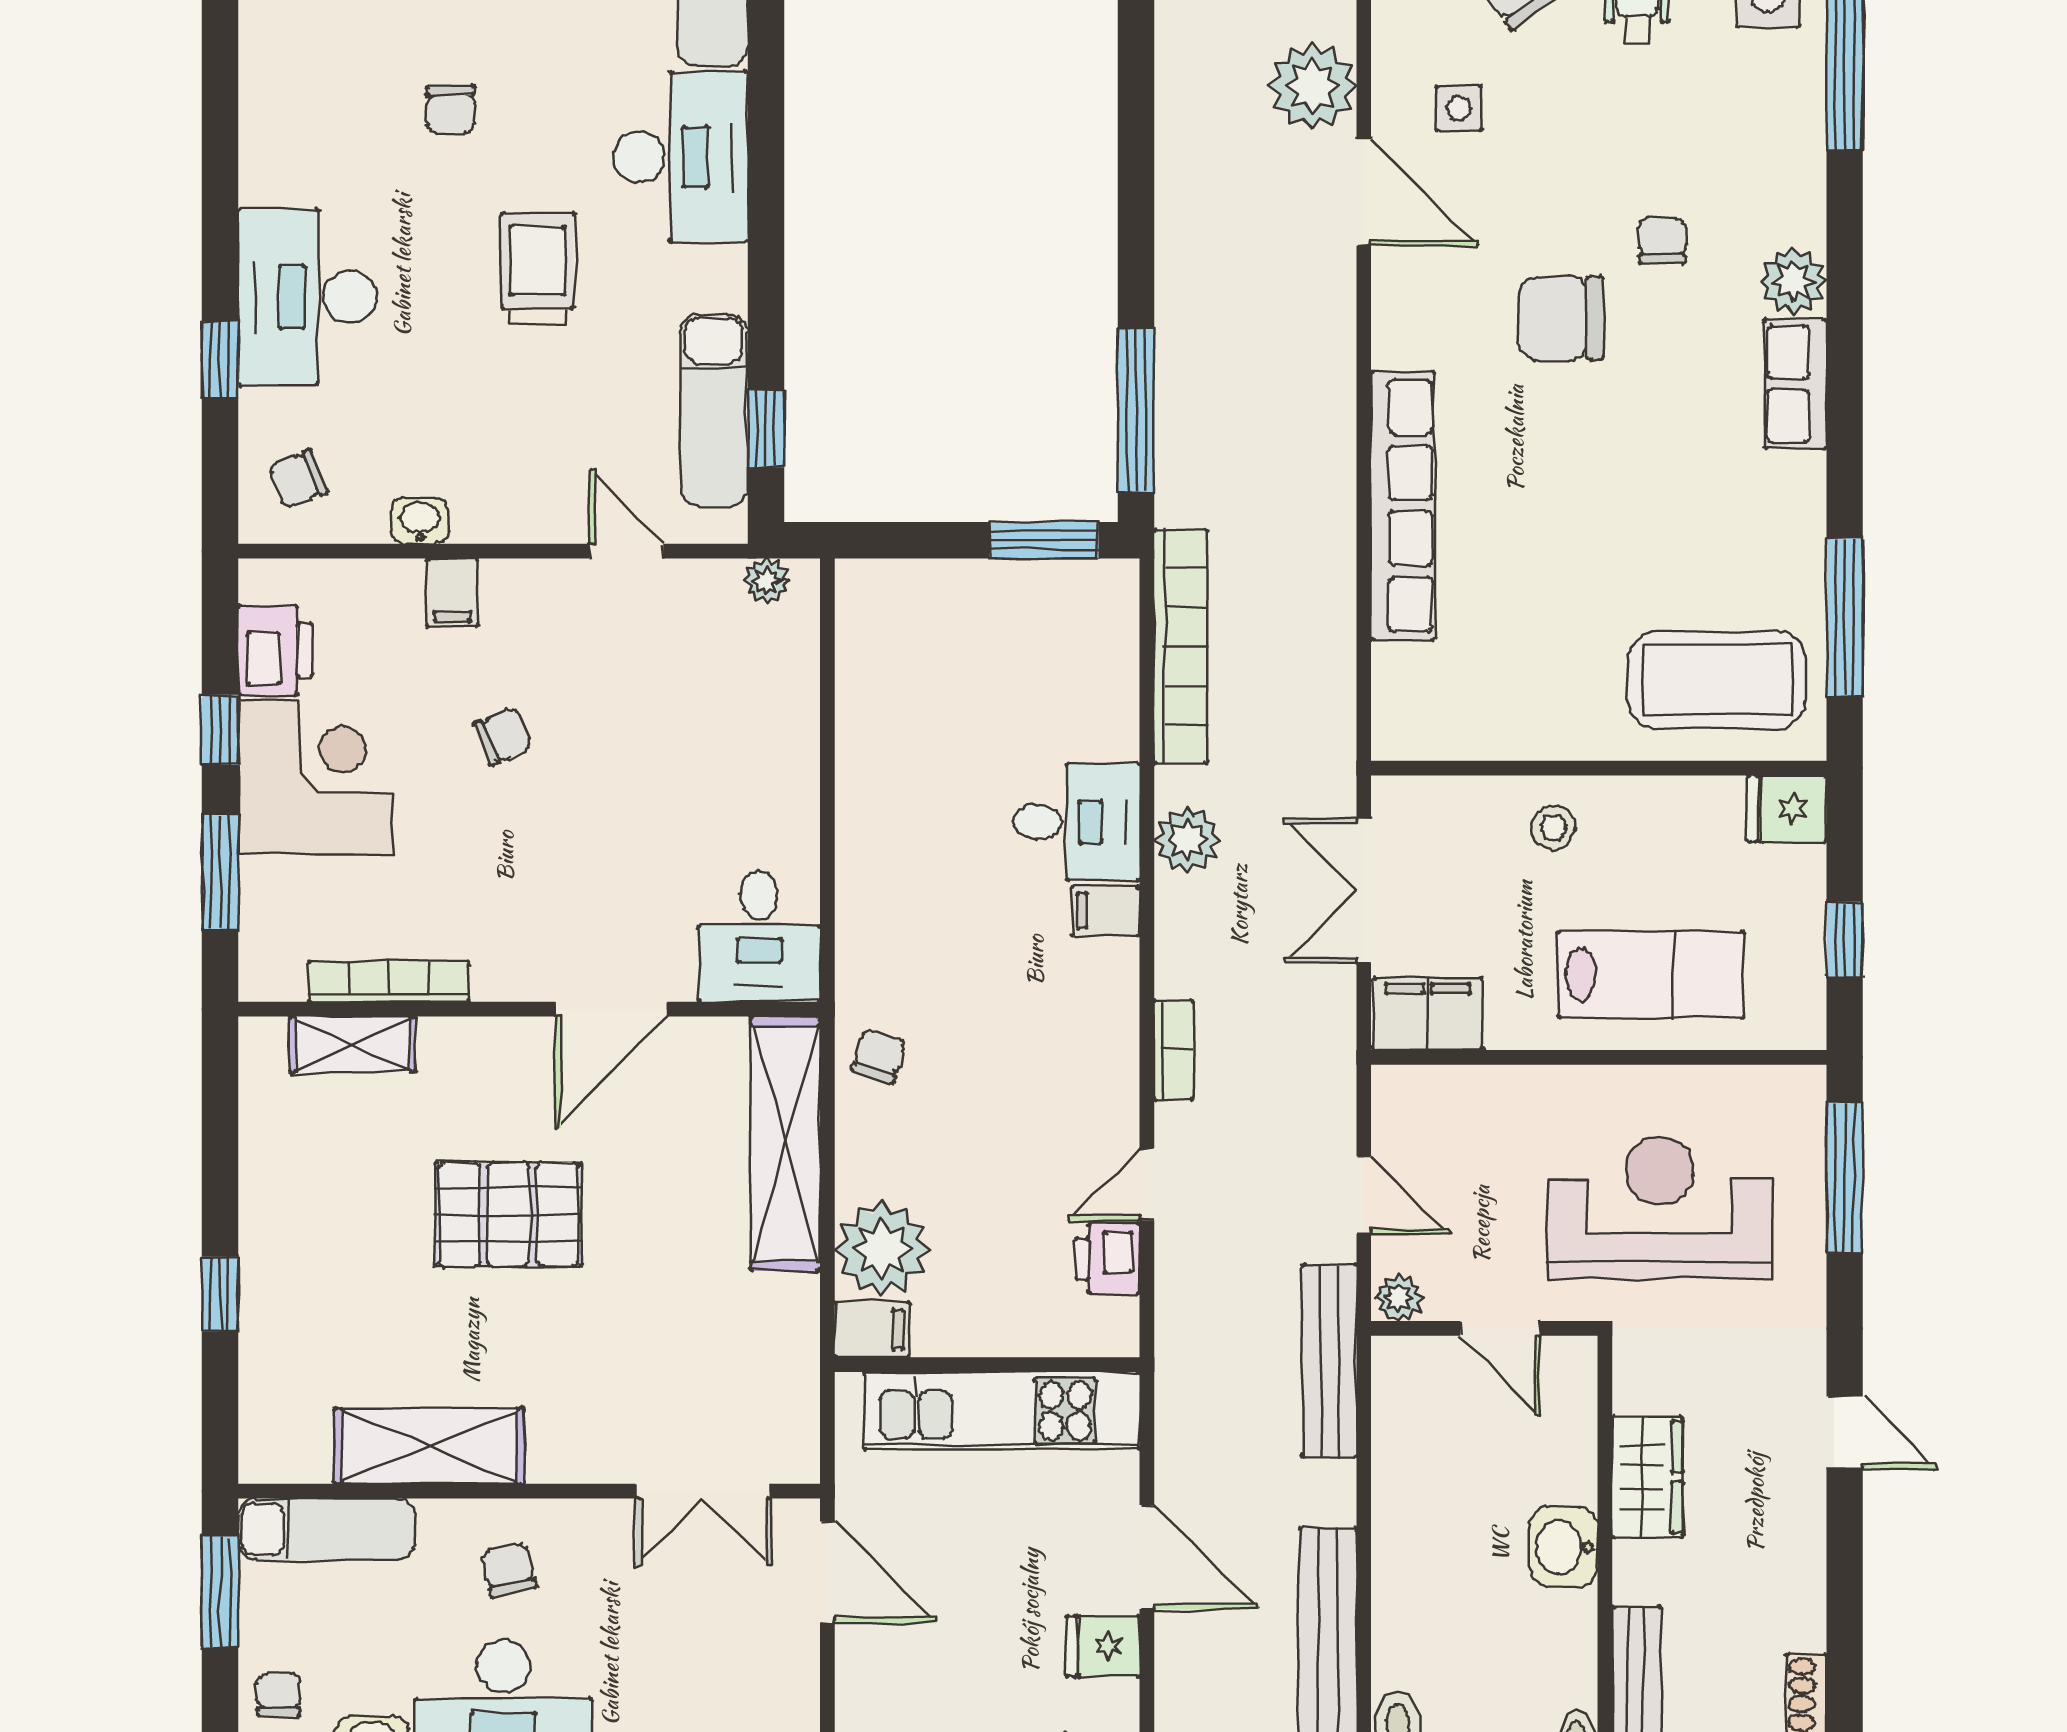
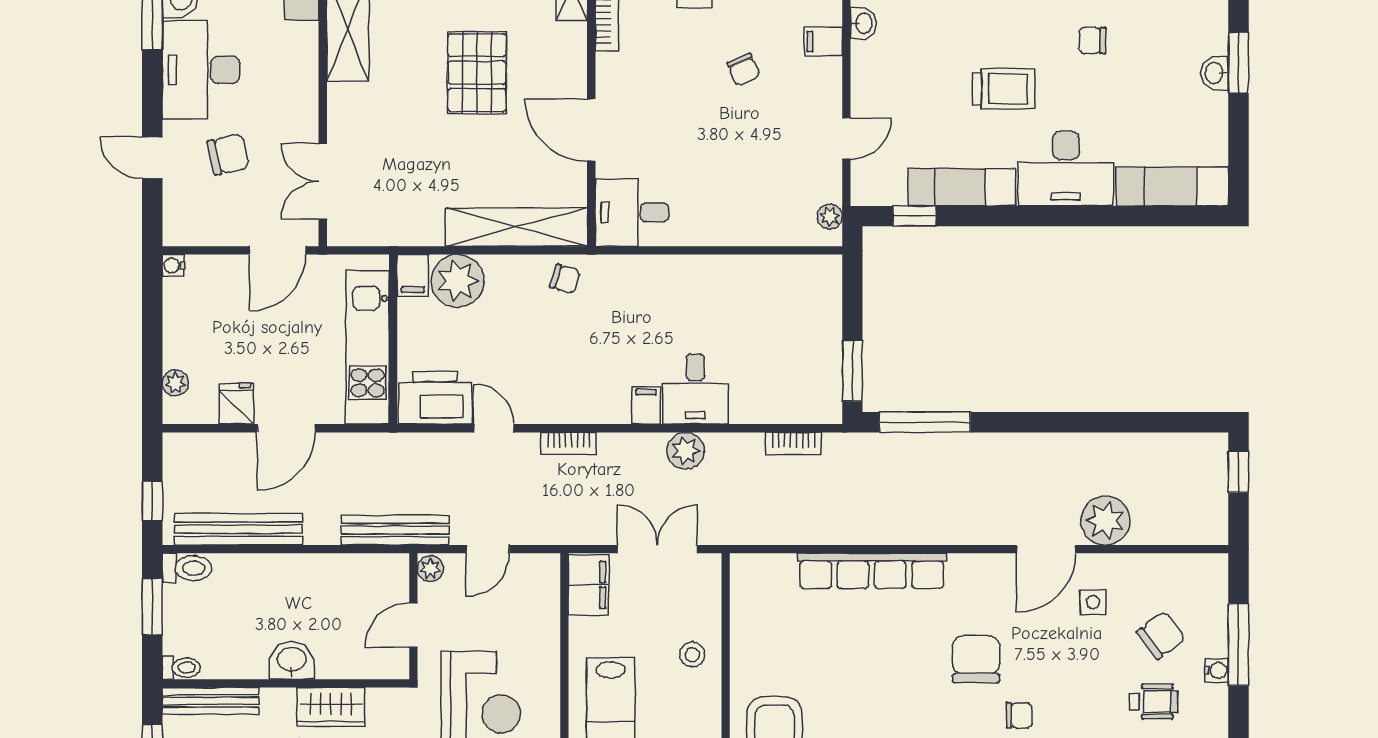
exam couch: (714, 410) -> (962, 187), moved
bookcase: (1181, 646) -> (793, 444), width x0.43, depth x0.76
printer: (1108, 1259) -> (435, 398), width x1.87, depth x1.48
chair: (508, 1570) -> (228, 154), moved, width x1.37, depth x1.37

